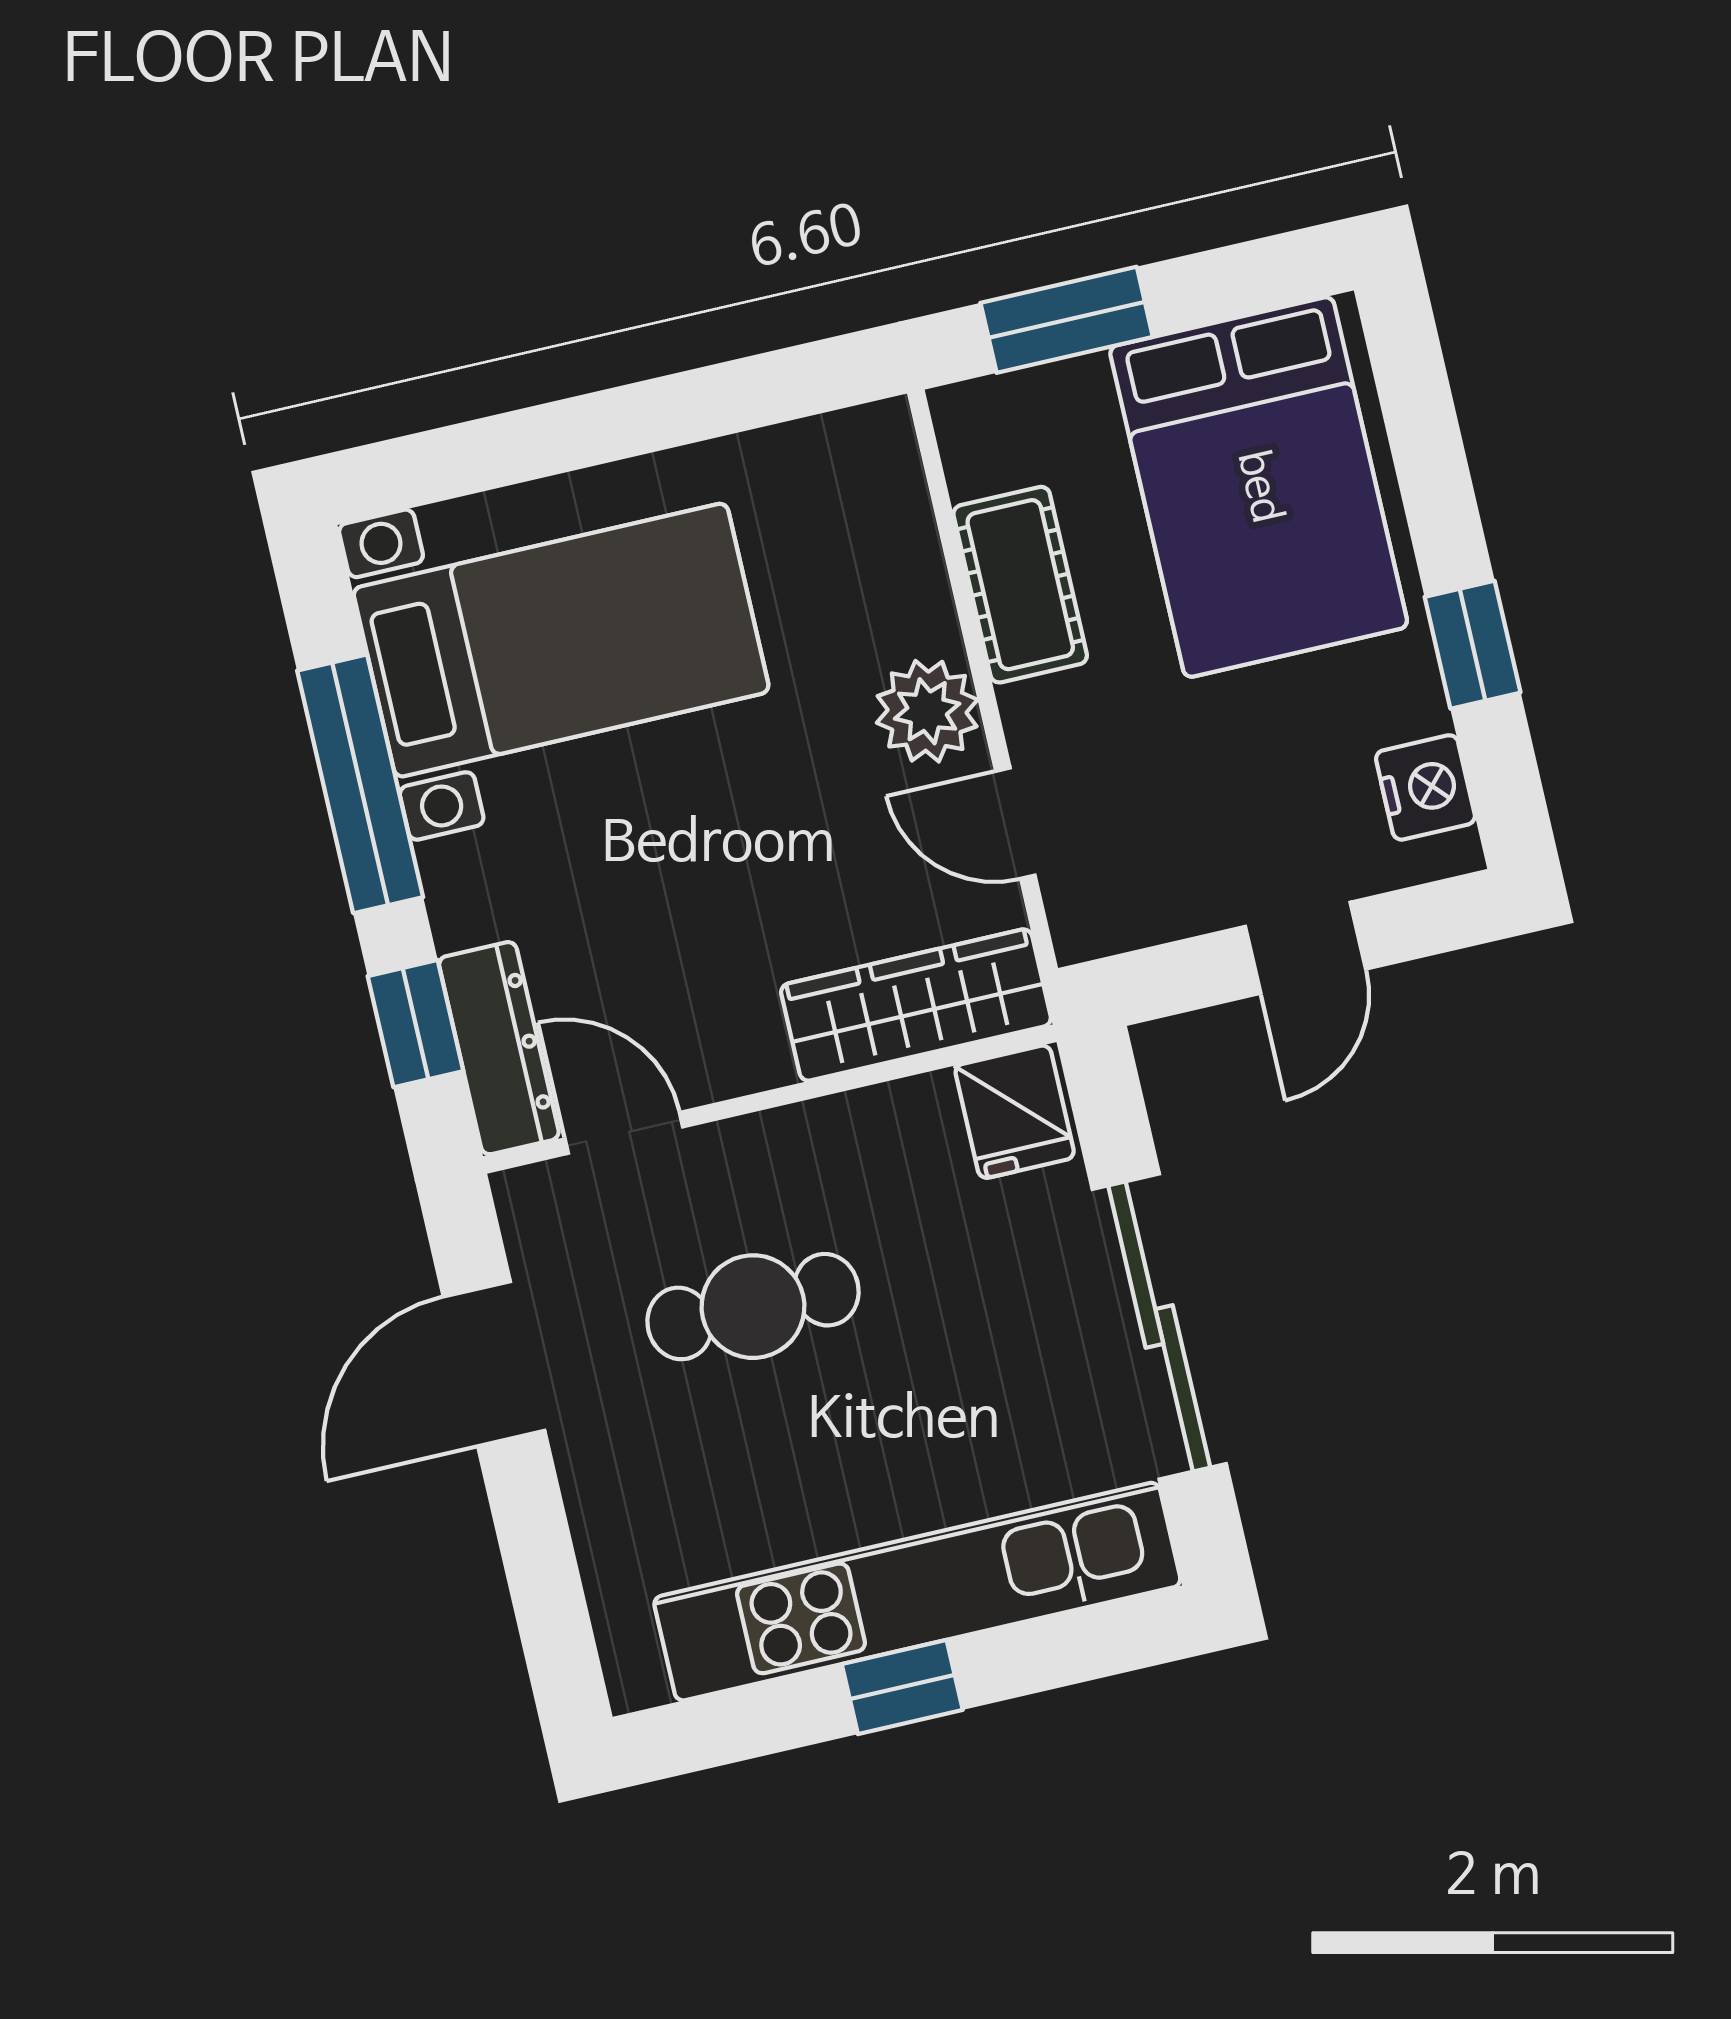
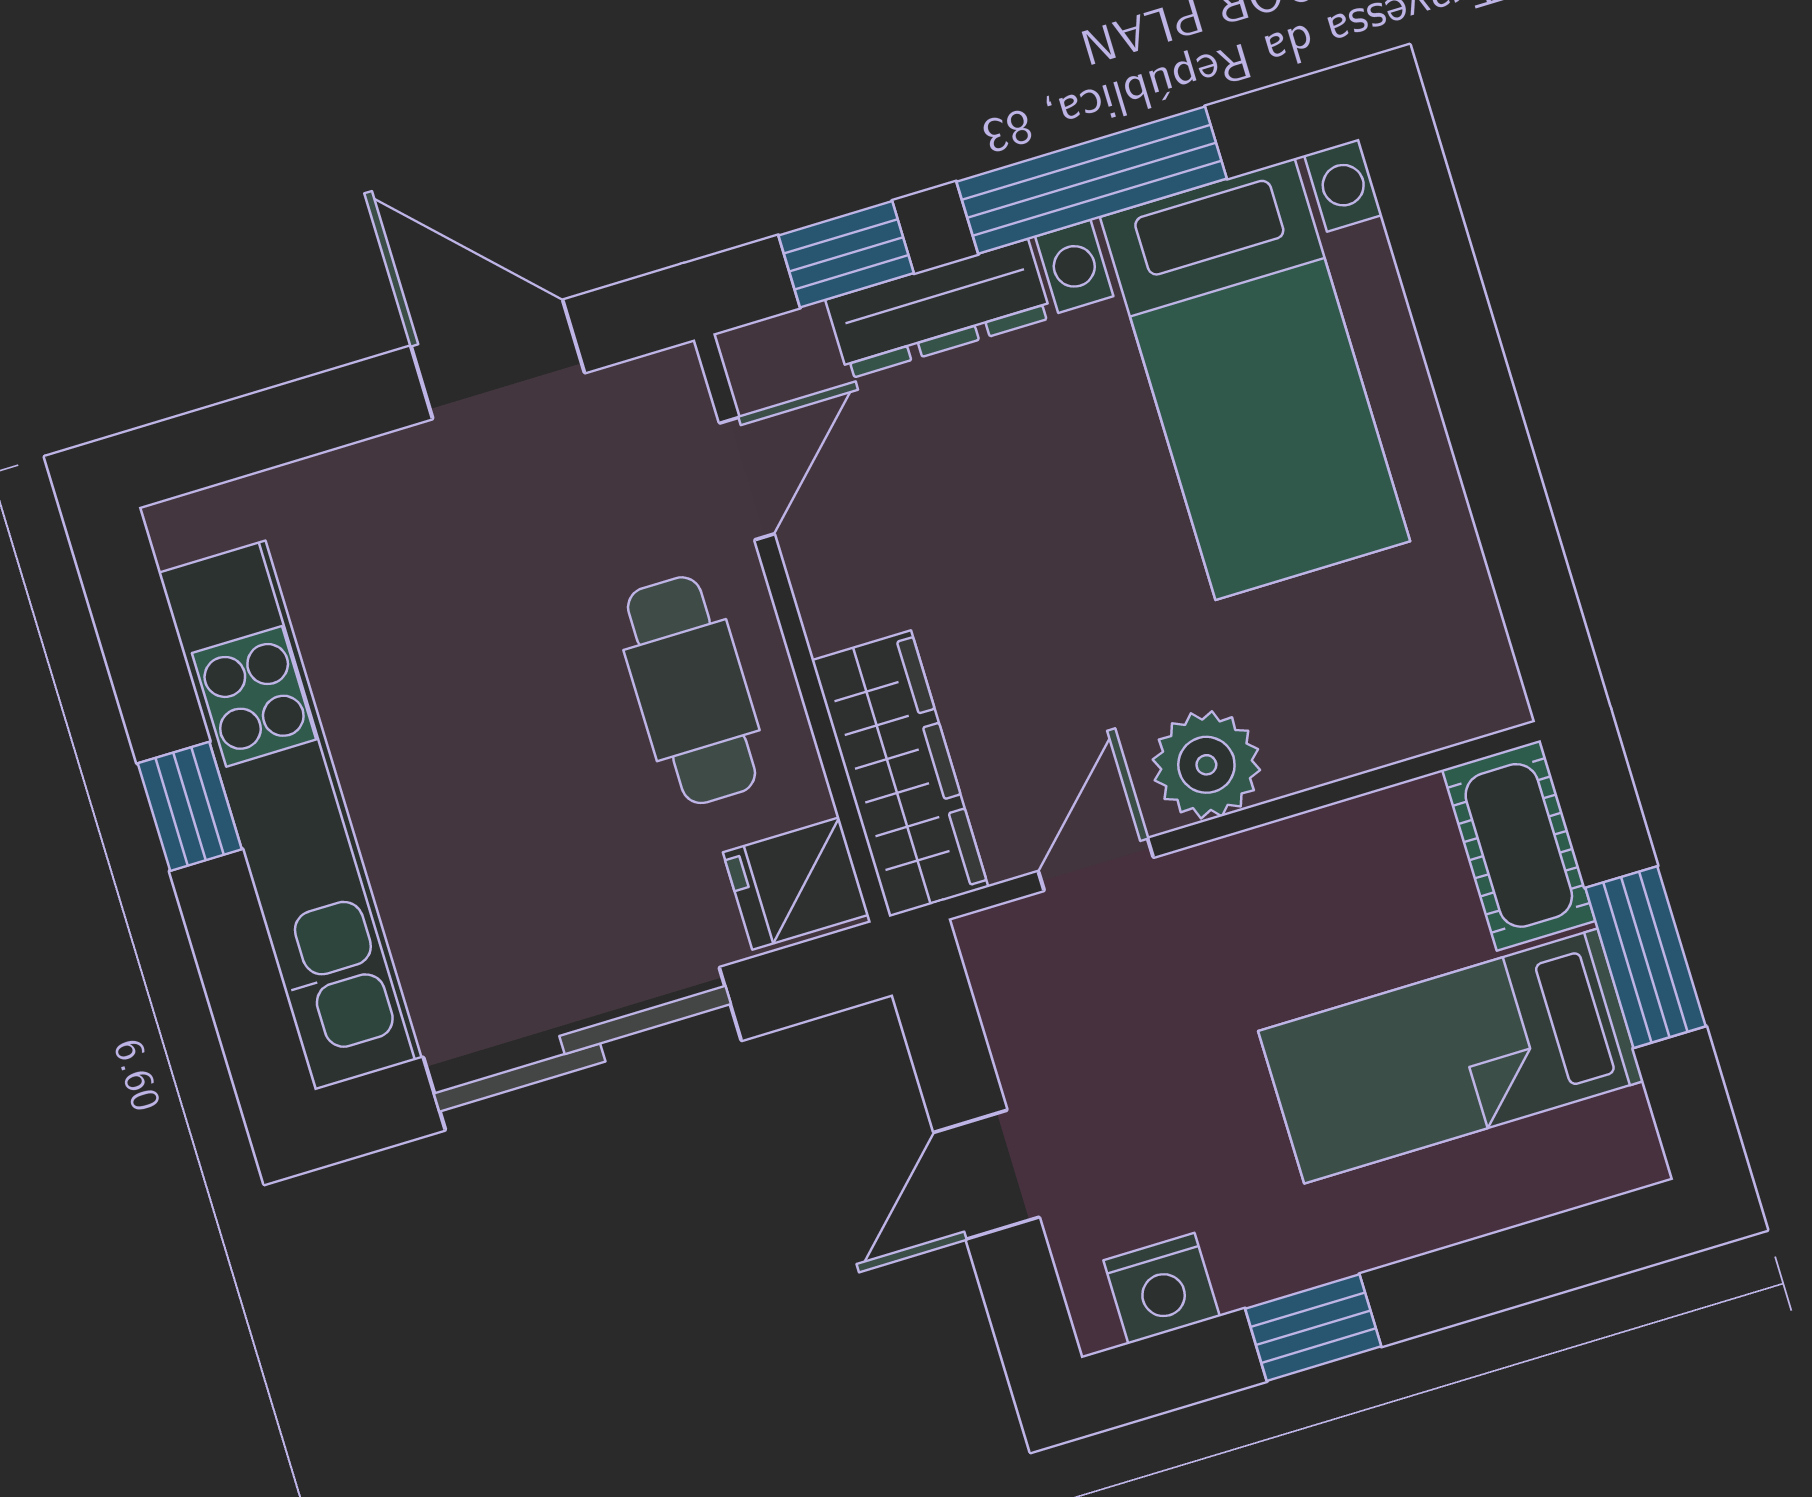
window: (1067, 320) -> (1645, 957), moved
bed: (1259, 487) -> (1451, 1056), width x0.67
cot: (1020, 585) -> (1519, 845), moved, turned 90
door: (1306, 948) -> (986, 1175), hinge flipped
dresser: (499, 1048) -> (939, 309), moved
cafe table: (753, 1307) -> (691, 690), moved

